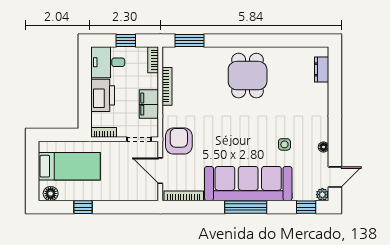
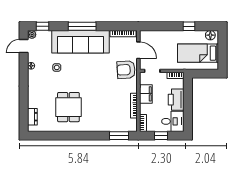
dining table: (248, 76) -> (68, 107), moved
armchair: (179, 141) -> (126, 70), turned 87

